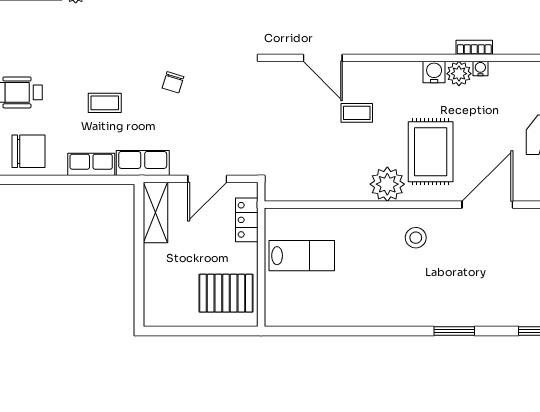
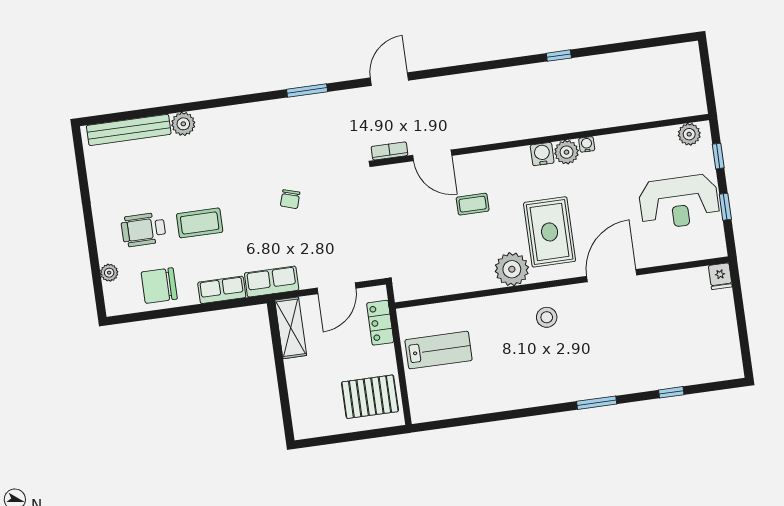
bookcase: (474, 47) -> (389, 151), moved
coffee table: (105, 103) -> (200, 223), moved, width x1.36, depth x1.30
chair: (28, 151) -> (159, 286), turned 180

